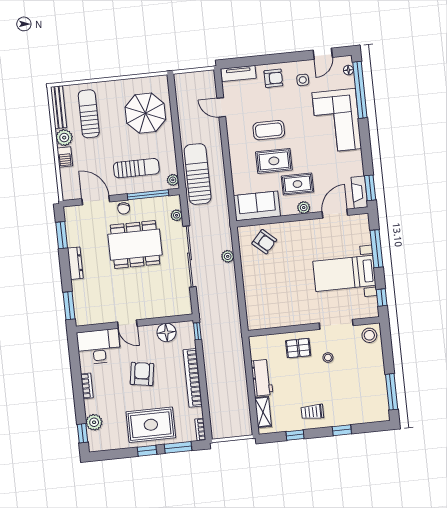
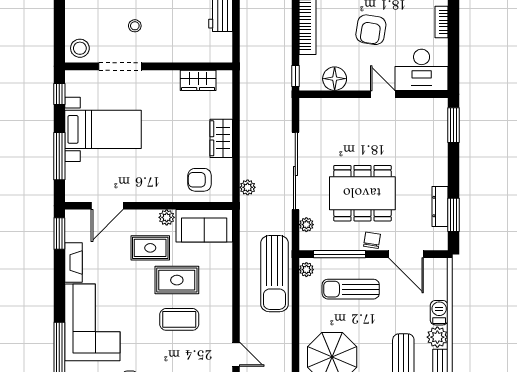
fireplace: (359, 192) -> (73, 262), moved
plant: (304, 208) -> (167, 217), moved
armchair: (264, 242) -> (200, 180), turned -42
plant: (228, 256) -> (248, 187), moved
dresser: (75, 263) -> (440, 207), moved
wardrobe: (251, 276) -> (221, 138), added
wardrobe: (274, 320) -> (198, 80), added
pallet: (298, 348) -> (171, 42), removed

